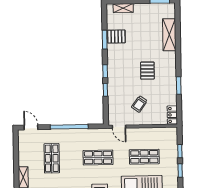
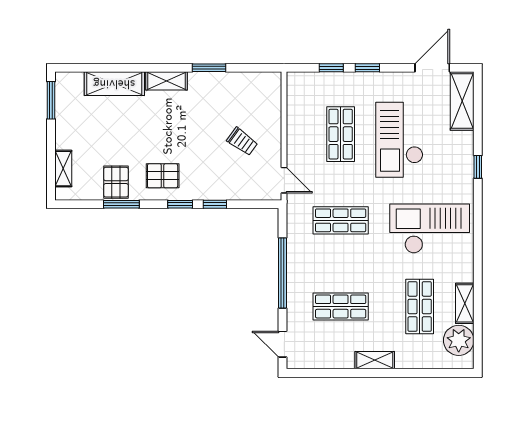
shelving: (171, 63) -> (167, 81), added
pallet: (147, 71) -> (163, 176), moved
locker: (172, 115) -> (264, 81), removed
door: (31, 127) -> (282, 344), hinge flipped
door: (119, 127) -> (284, 180), hinge flipped
shop shelf: (98, 158) -> (341, 220), turned 90

